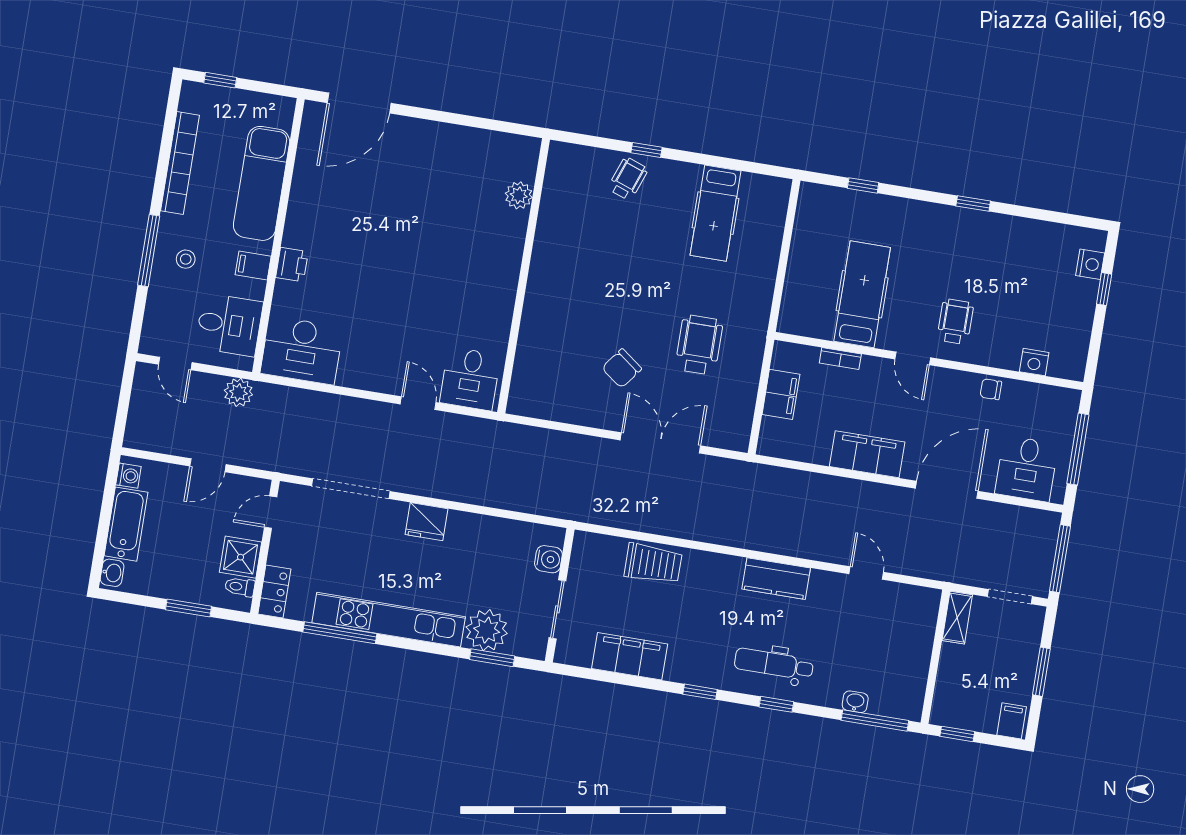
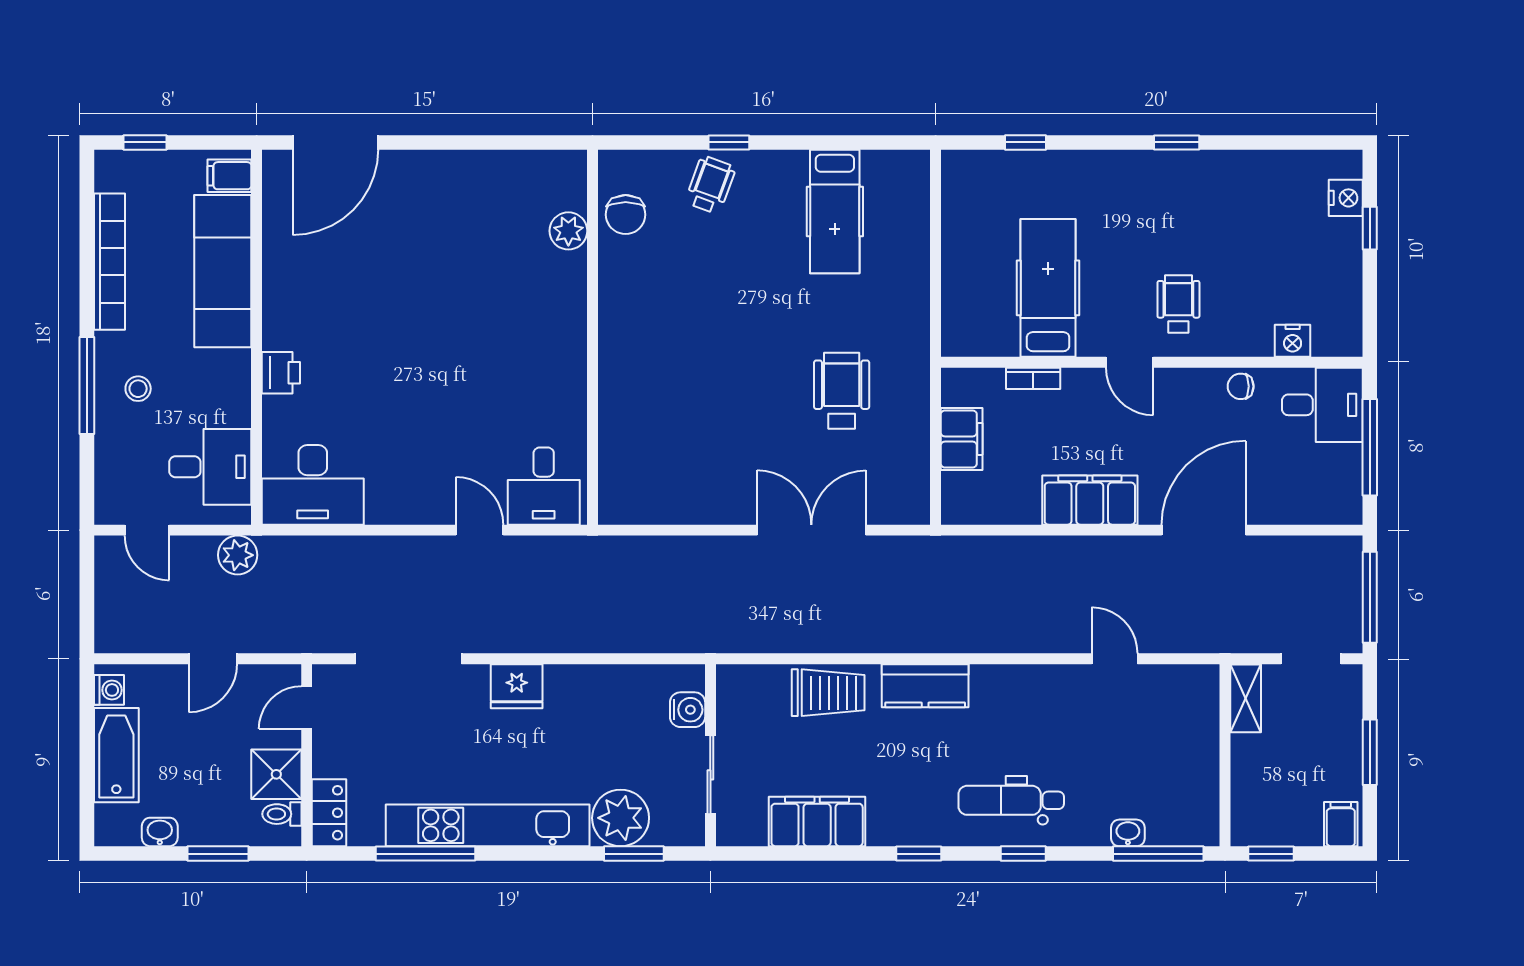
filing cabinet: (253, 265) -> (229, 176), moved
chair: (622, 368) -> (626, 215), moved, turned -37
desk: (1026, 469) -> (1322, 405), moved, turned -90
washbasin: (112, 573) -> (160, 832), moved, turned -90
kitchen counter: (776, 579) -> (925, 686), moved

